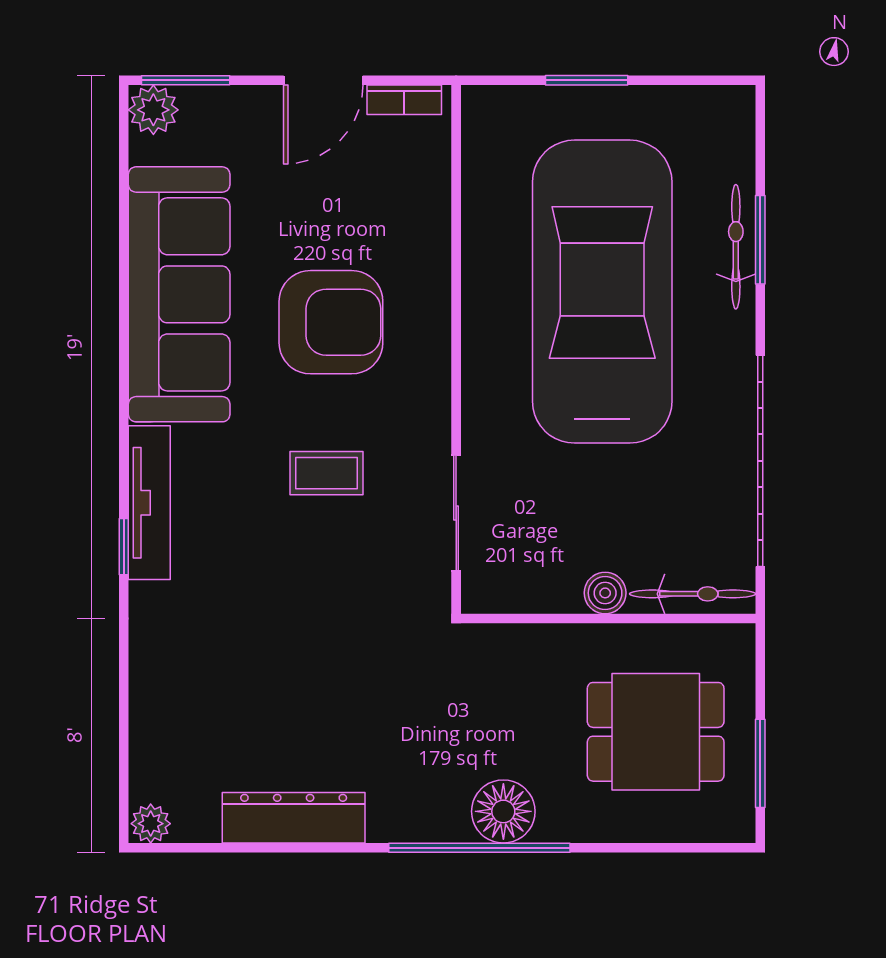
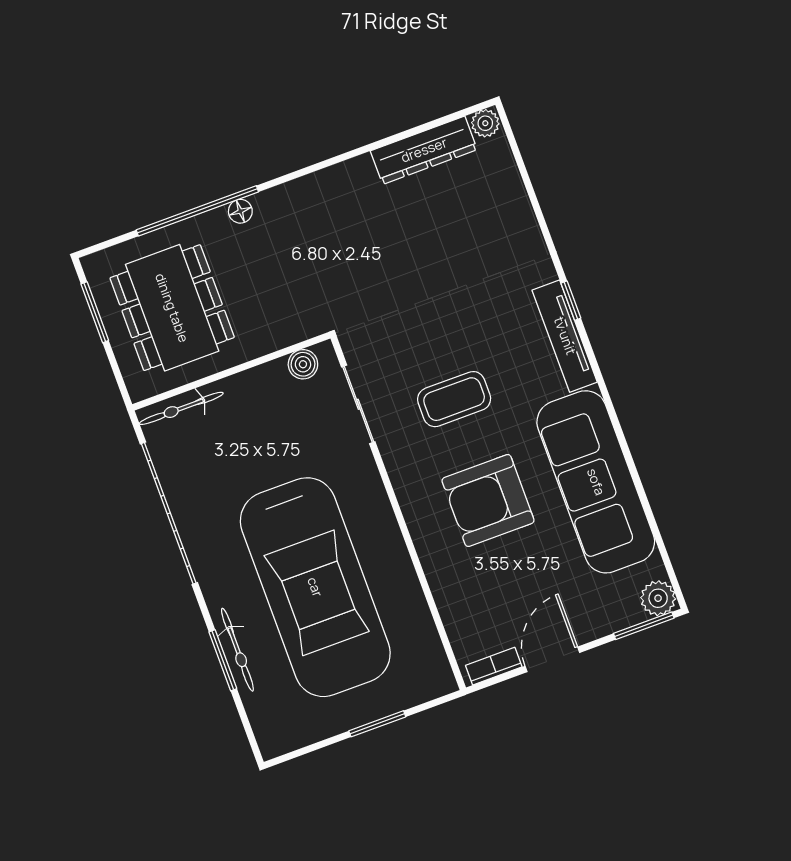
coffee table: (327, 473) -> (454, 399), width x1.36, depth x1.30
boiler: (605, 593) -> (303, 364), moved
dining table: (656, 732) -> (172, 308), width x1.38
floor lamp: (503, 811) -> (240, 211), width x0.53, depth x0.53
dresser: (294, 818) -> (424, 150), moved
window: (479, 848) -> (197, 211), moved

